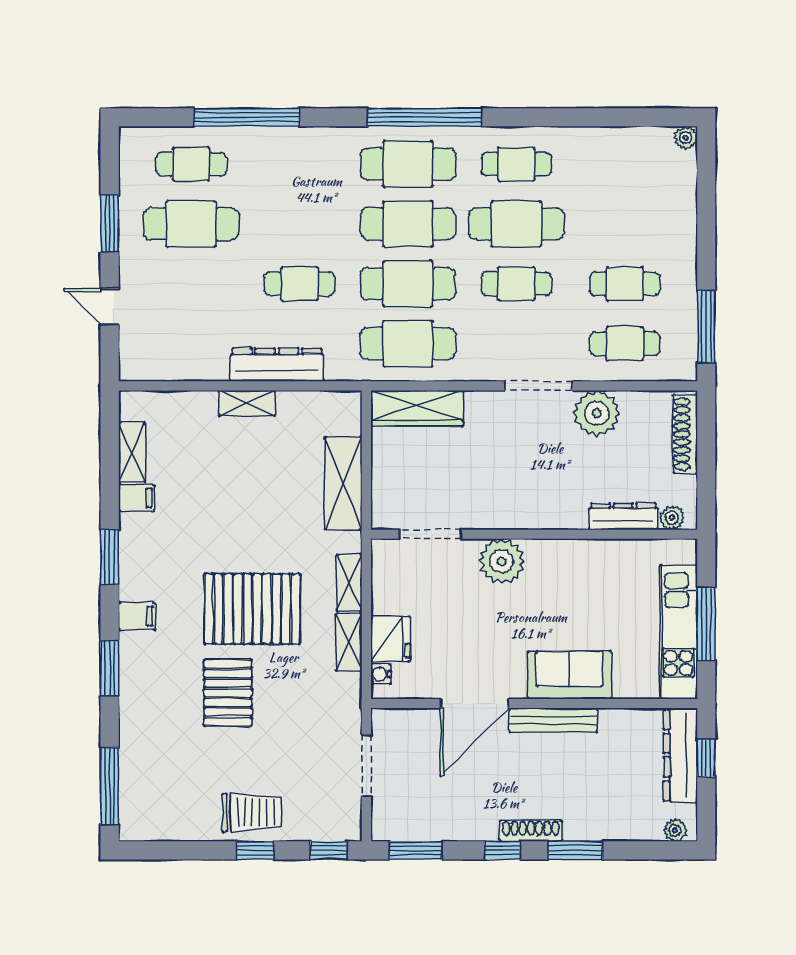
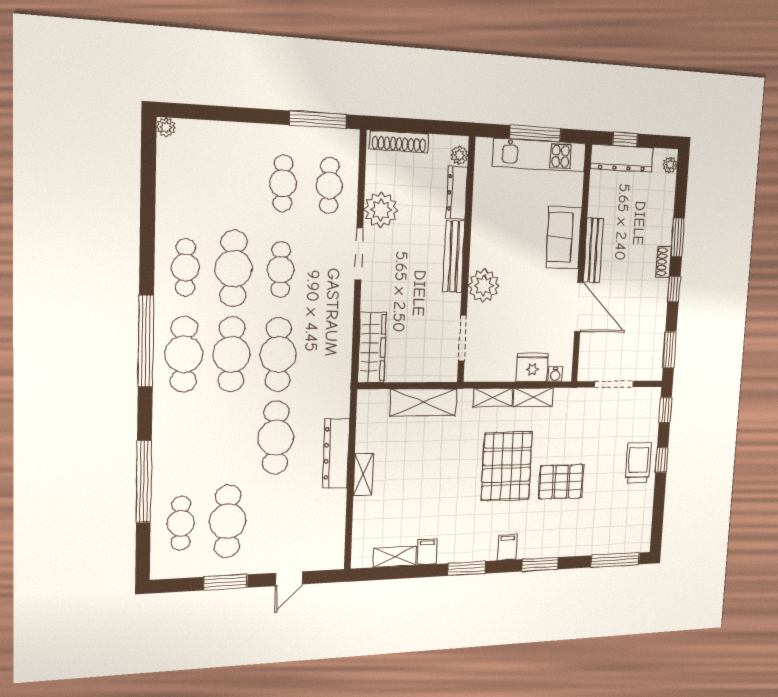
cafe table: (299, 284) -> (276, 438), width x1.37, depth x1.35
cafe table: (408, 344) -> (324, 354), removed
bench: (539, 517) -> (454, 256), added
shoe rack: (531, 831) -> (664, 262), width x0.70

